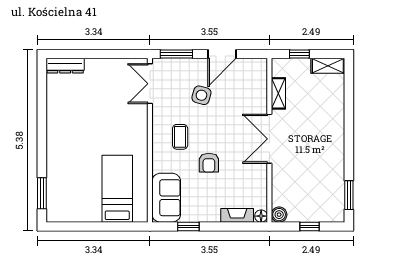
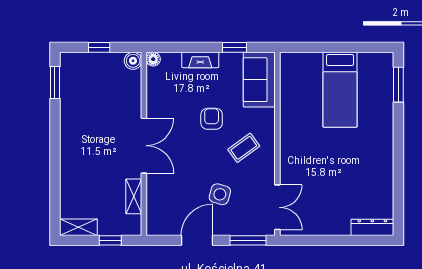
coffee table: (180, 137) -> (244, 148), turned 54
bed: (117, 189) -> (340, 90), moved
fireplace: (237, 215) -> (200, 60), moved

